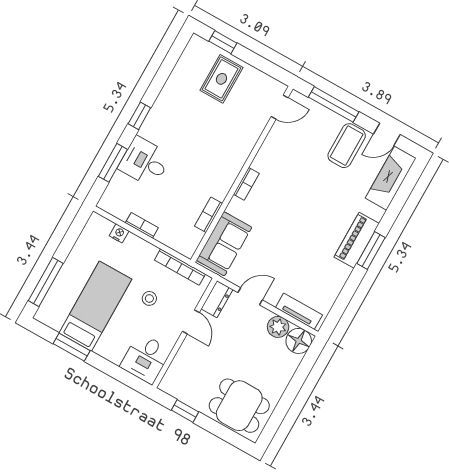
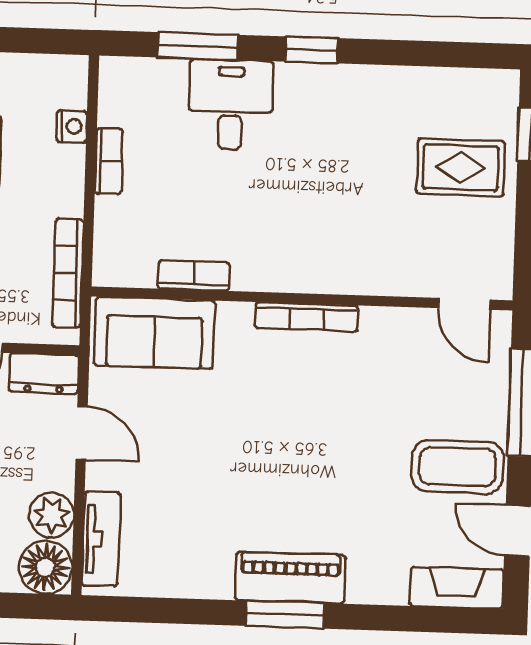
fireplace: (391, 178) -> (457, 588), width x0.73, depth x0.76
bookcase: (246, 184) -> (307, 317), width x1.56

